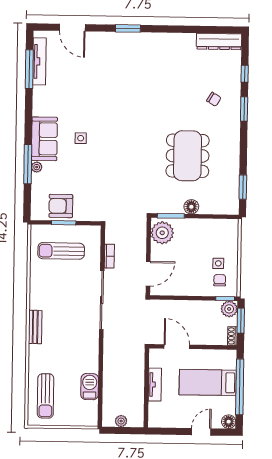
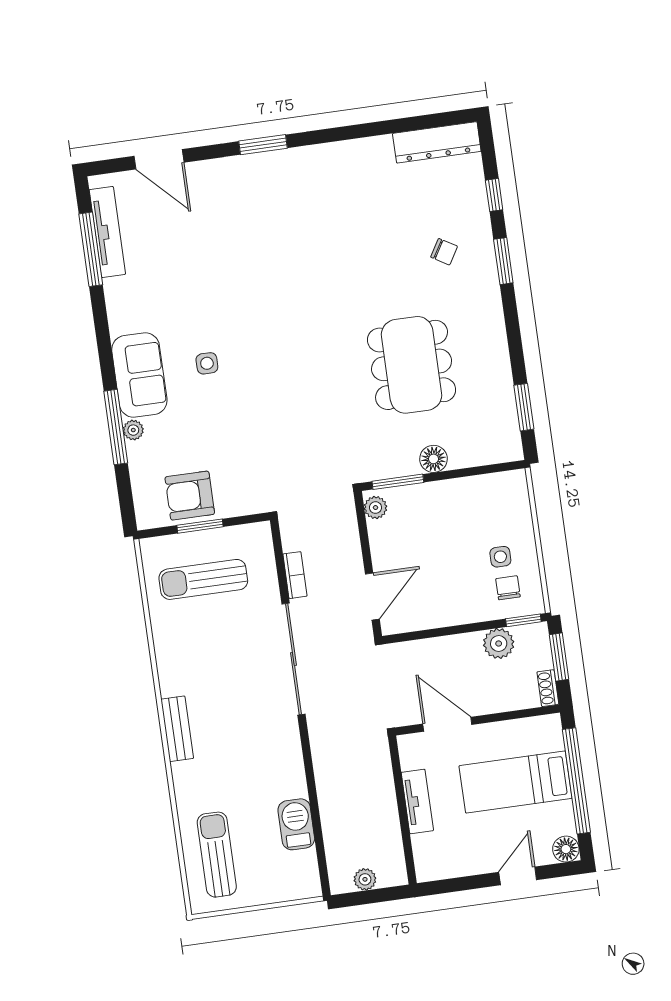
plant: (162, 233) -> (376, 508), width x0.53, depth x0.53
plant: (229, 309) -> (499, 643), moved
sun lounger: (46, 396) -> (217, 855), turned 180

